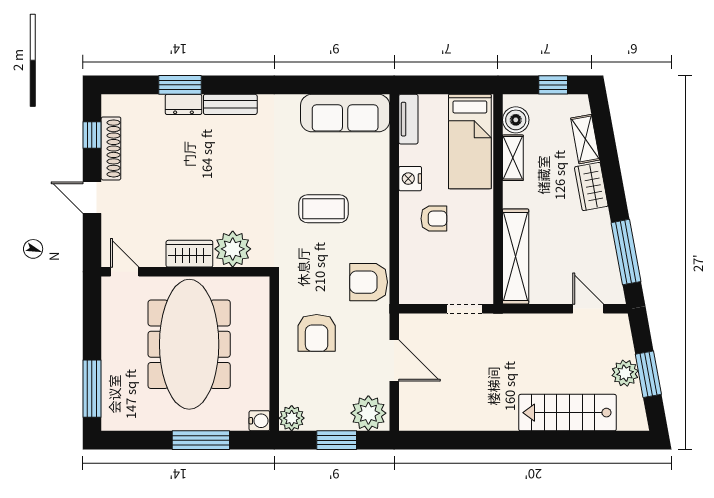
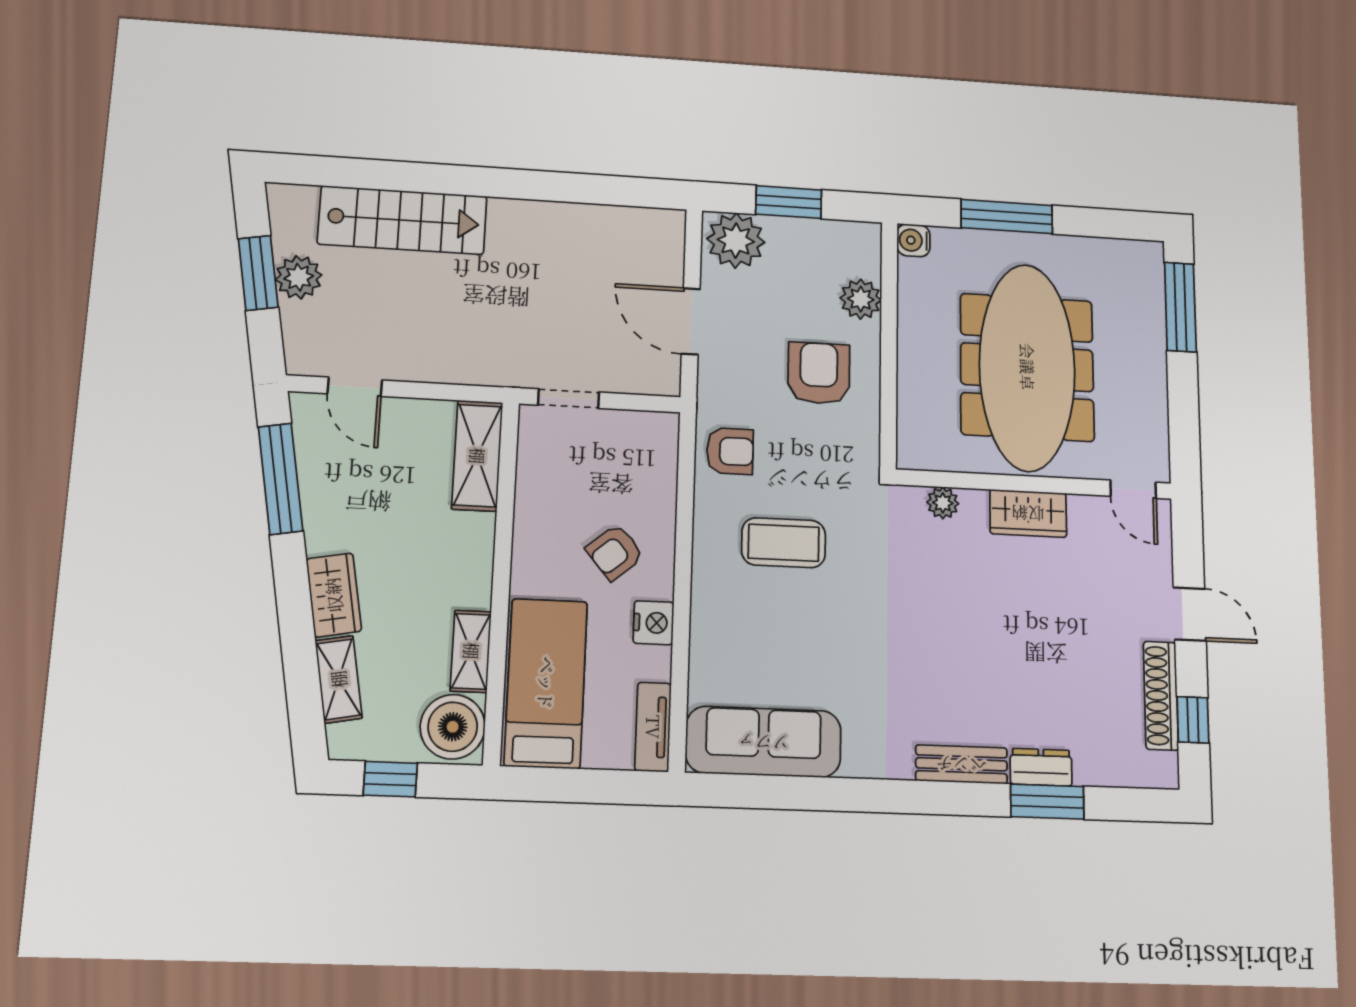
boiler: (516, 120) -> (453, 727), width x1.37, depth x1.37
coffee table: (324, 209) -> (784, 543), moved
armchair: (434, 219) -> (615, 552), turned -40
plant: (233, 249) -> (943, 503), width x0.53, depth x0.53
shelving: (516, 256) -> (477, 456), width x0.68
armchair: (369, 282) -> (730, 451), width x0.72, depth x0.72
plant: (292, 418) -> (861, 299), moved

